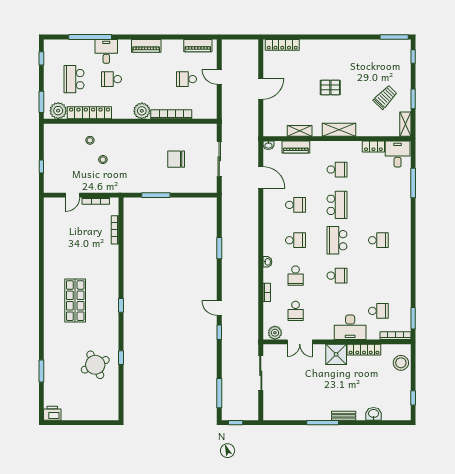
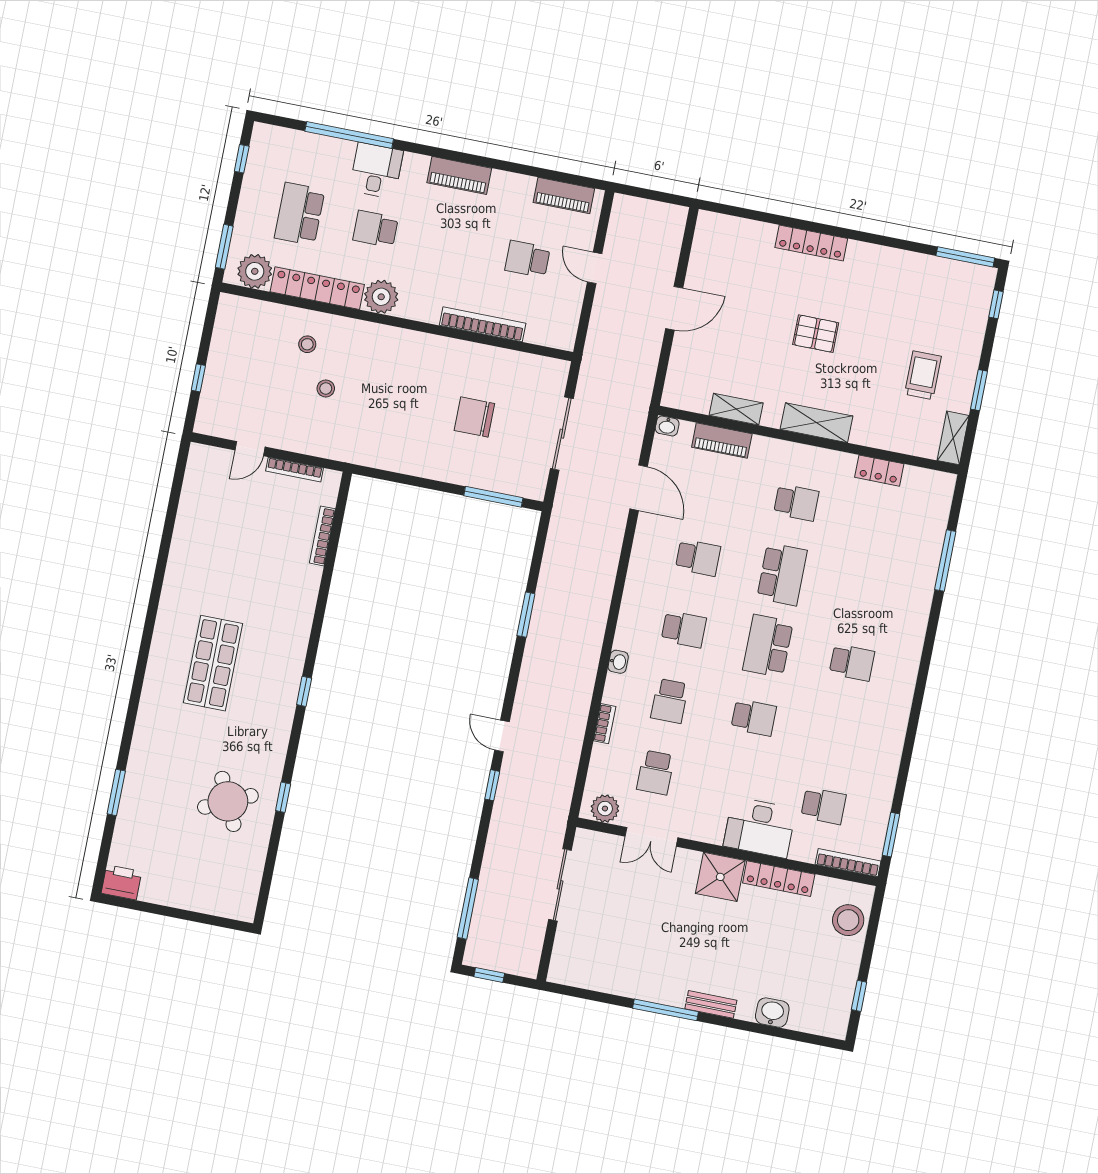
locker: (282, 45) -> (811, 243), moved
trolley: (385, 97) -> (923, 375), turned -44
plant: (142, 111) -> (381, 297), moved
desk: (398, 154) -> (925, 496), removed
window: (156, 195) -> (493, 497), moved

